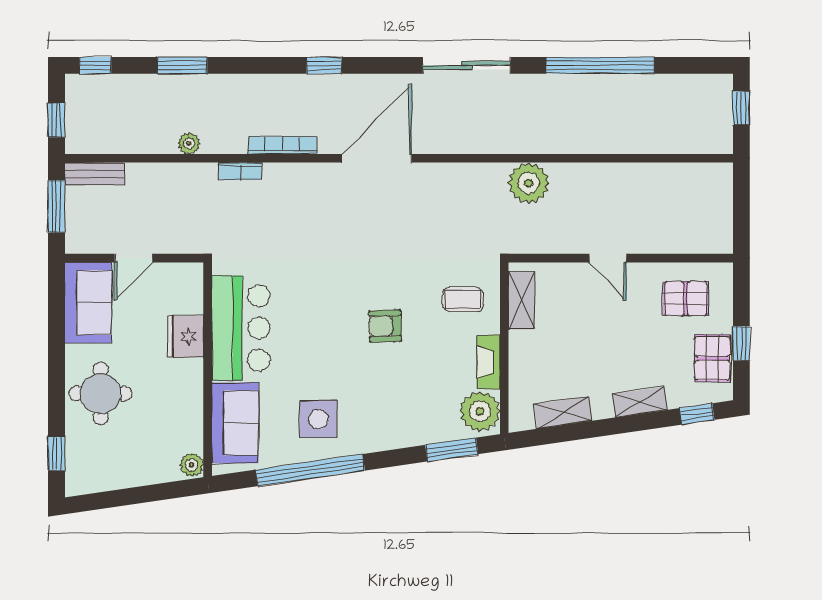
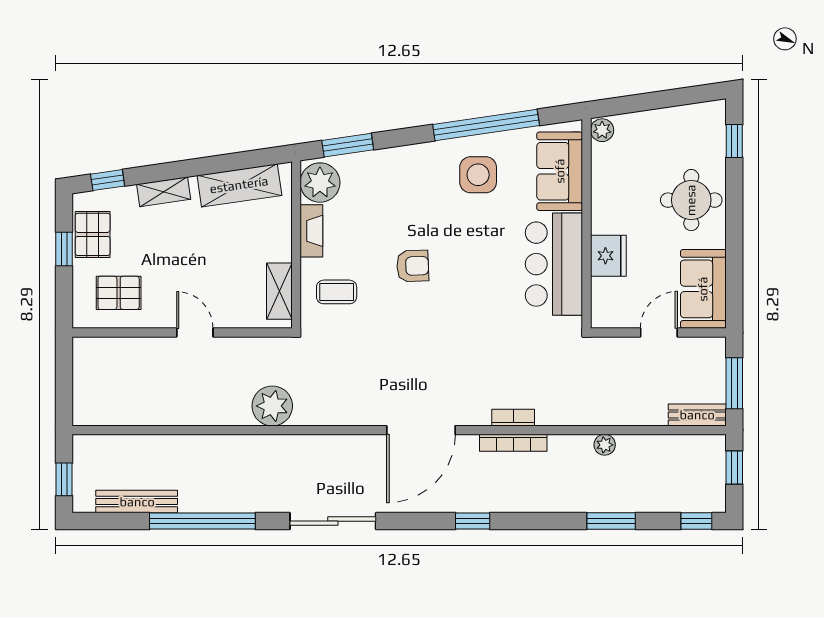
bench: (667, 85) -> (137, 502), added
bookcase: (240, 171) -> (513, 418), moved
shelving: (563, 412) -> (239, 185), width x1.50, depth x1.33

